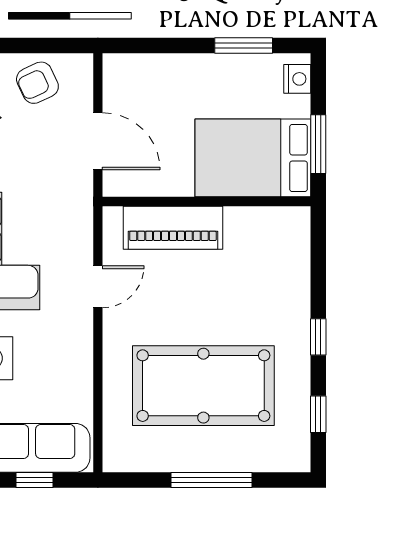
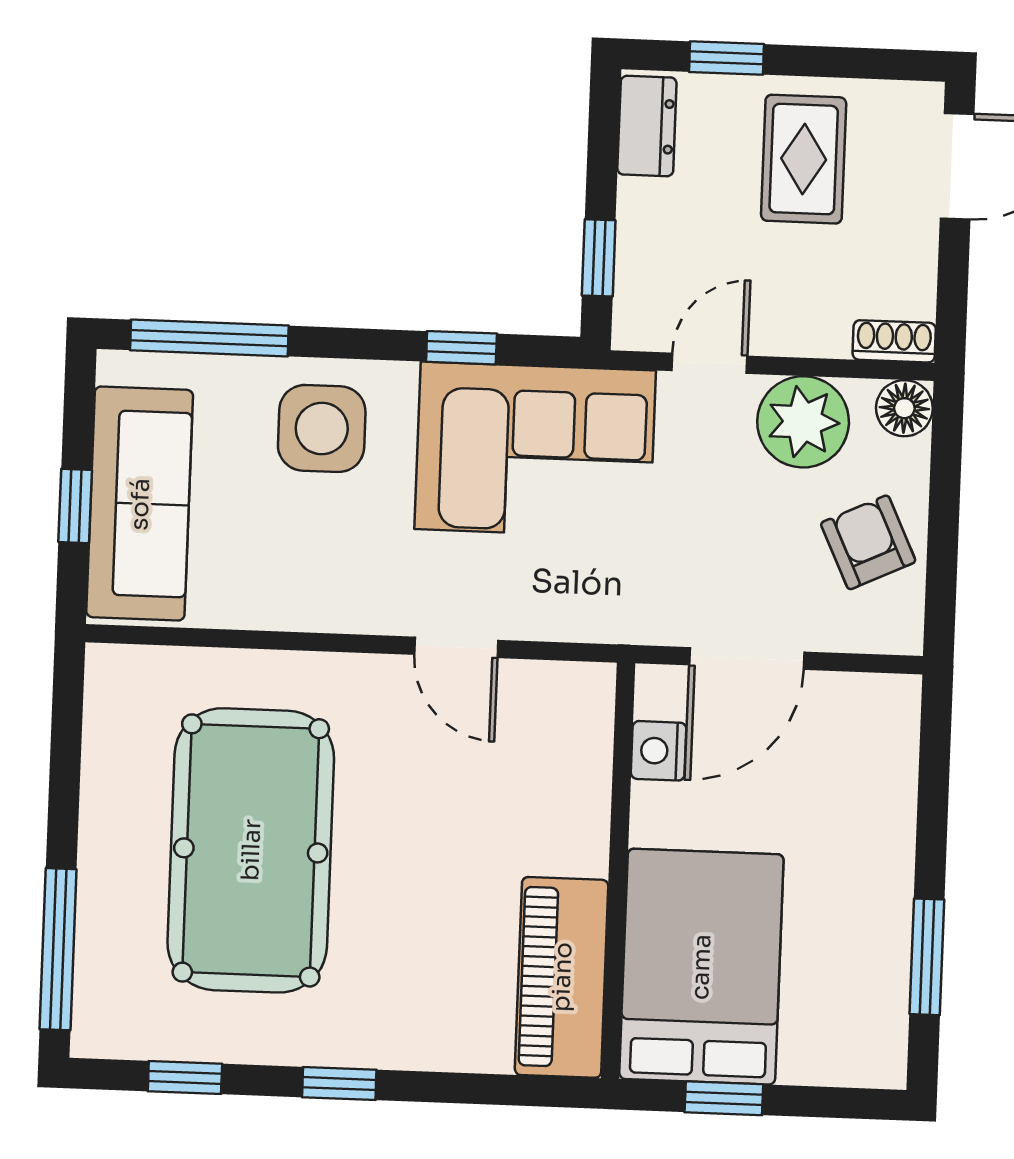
nightstand: (297, 79) -> (659, 751), moved, turned 90
window: (318, 144) -> (724, 1098), width x0.67
piano: (173, 228) -> (562, 977), moved
window: (211, 480) -> (58, 949), moved

